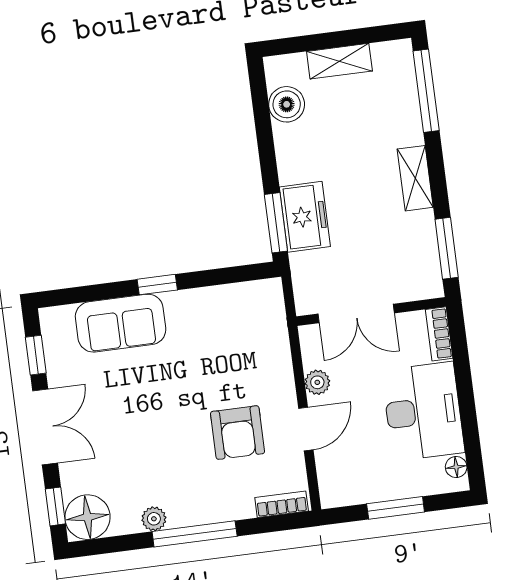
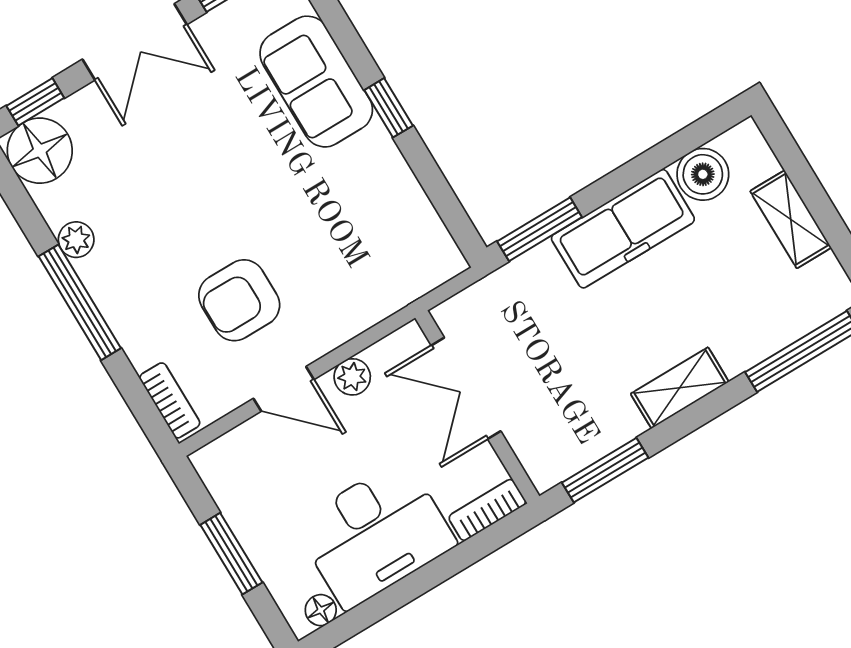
freezer: (305, 217) -> (623, 229), moved, width x1.40

